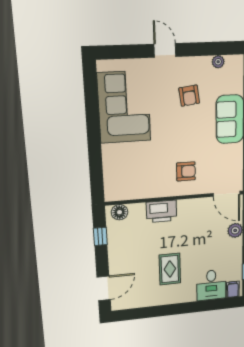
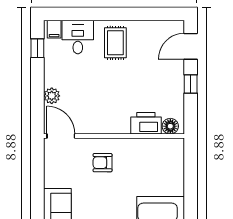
printer: (162, 211) -> (146, 123), moved
window: (100, 236) -> (191, 84), moved
rug: (170, 269) -> (115, 43), moved

